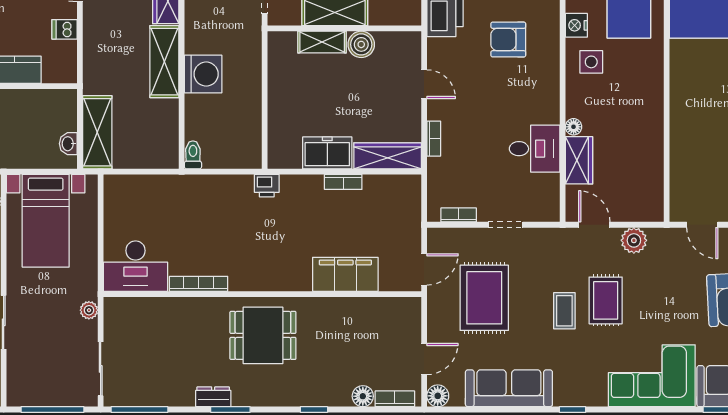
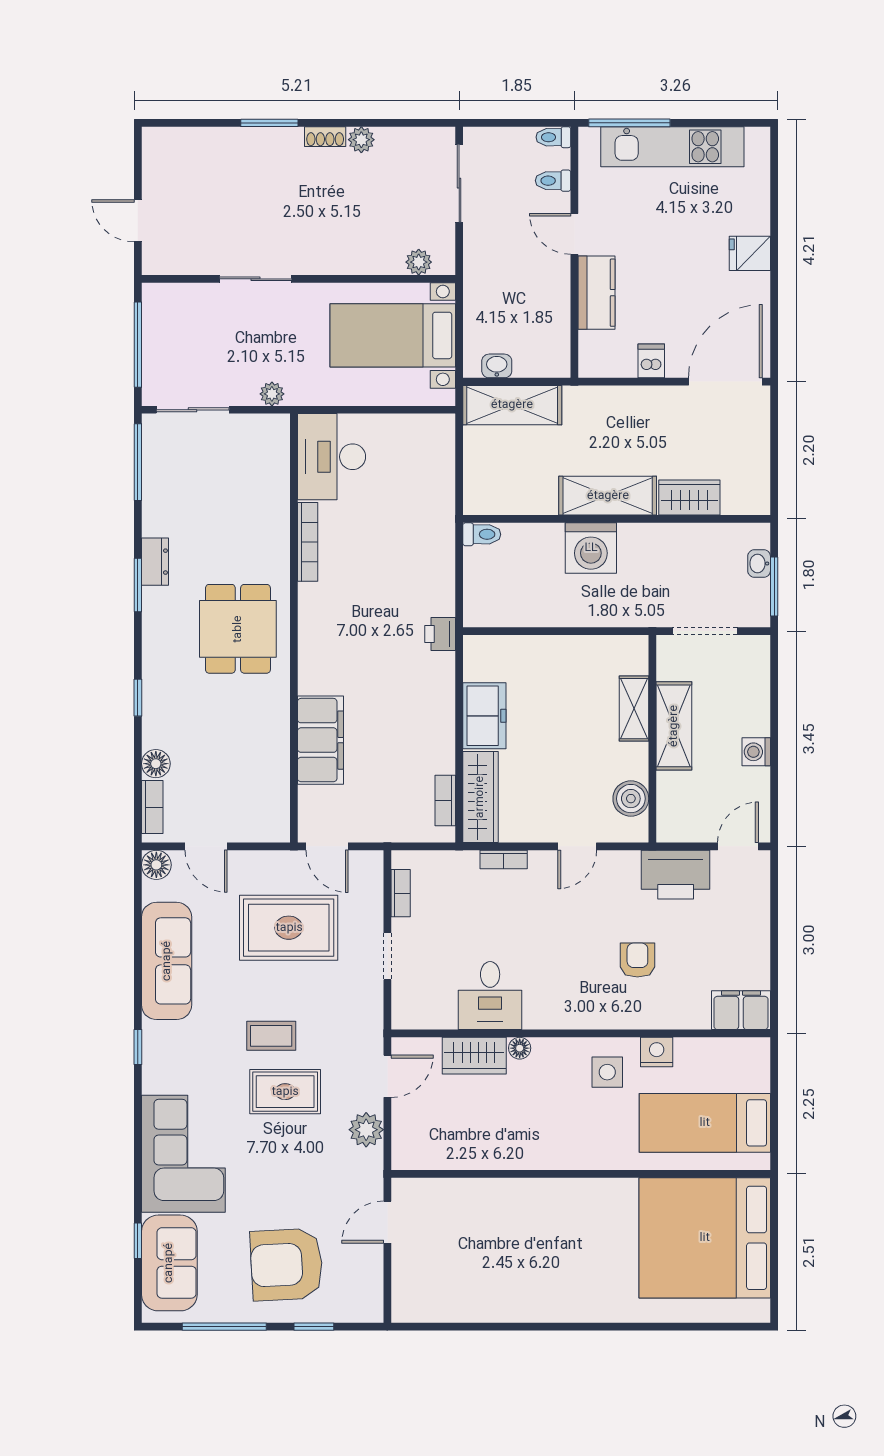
armchair: (508, 40) -> (637, 960), width x0.72, depth x0.72
boiler: (361, 44) -> (631, 799), moved
bookcase: (343, 182) -> (445, 801), moved

